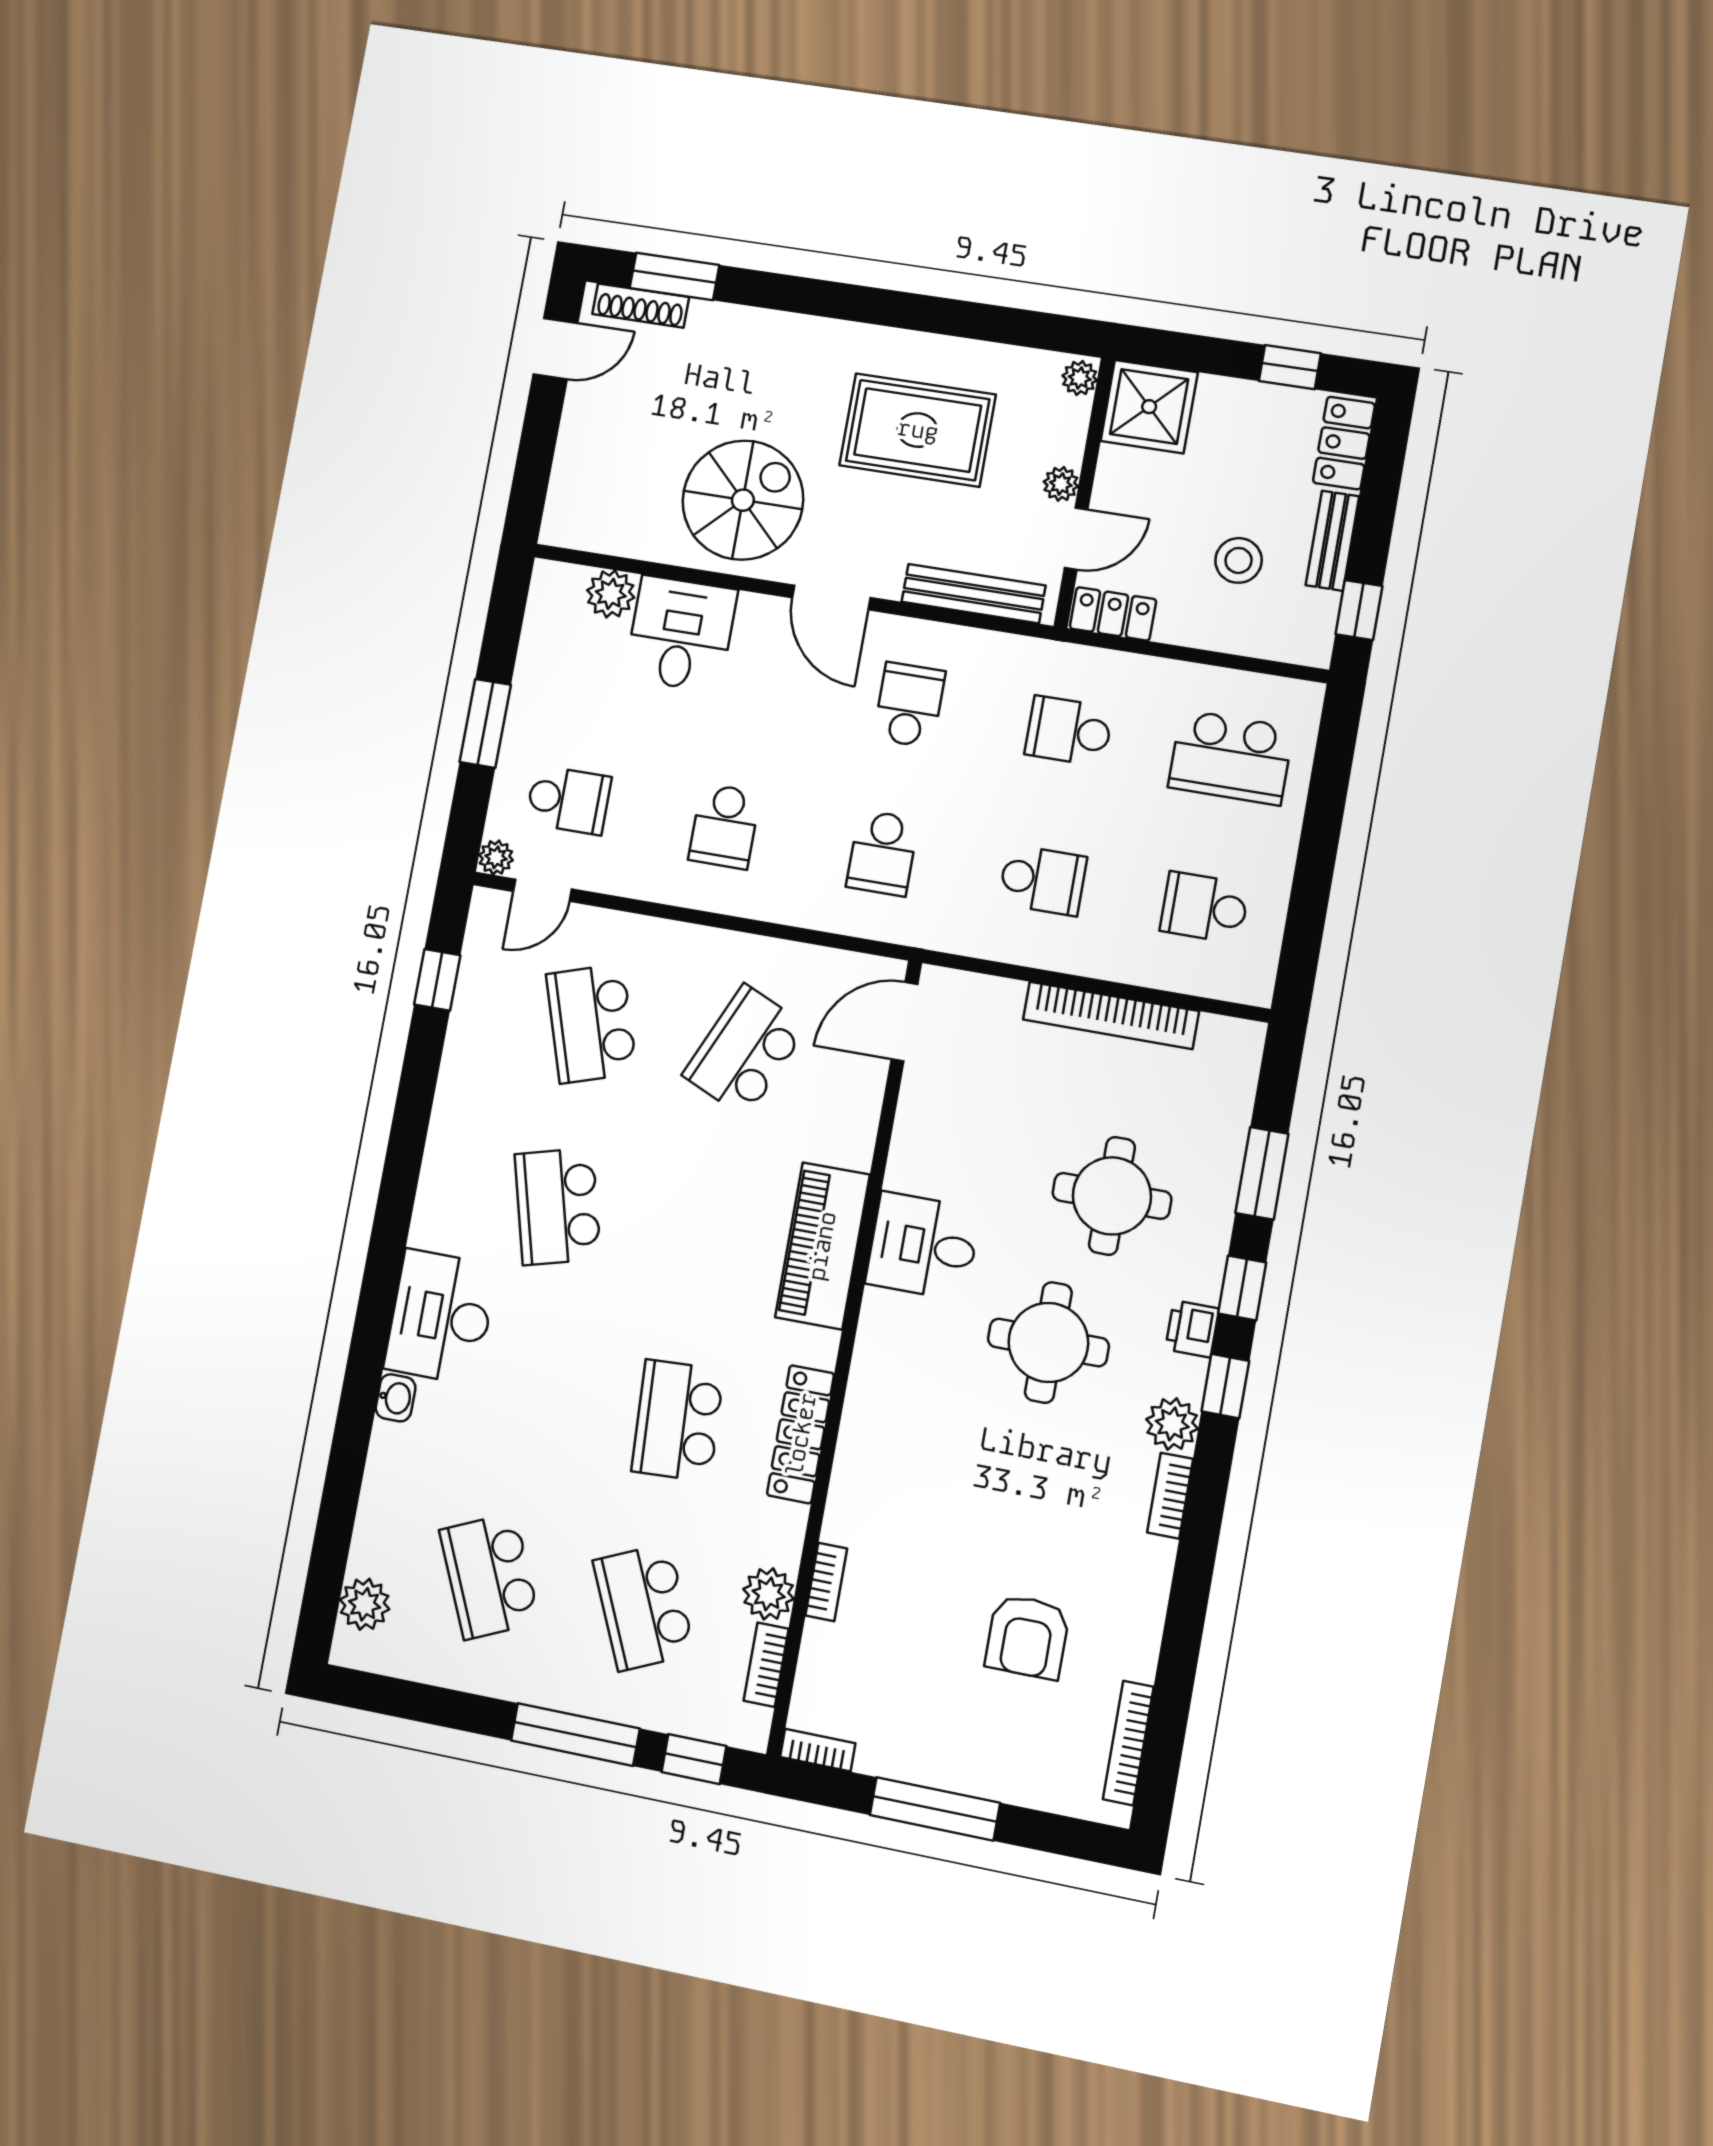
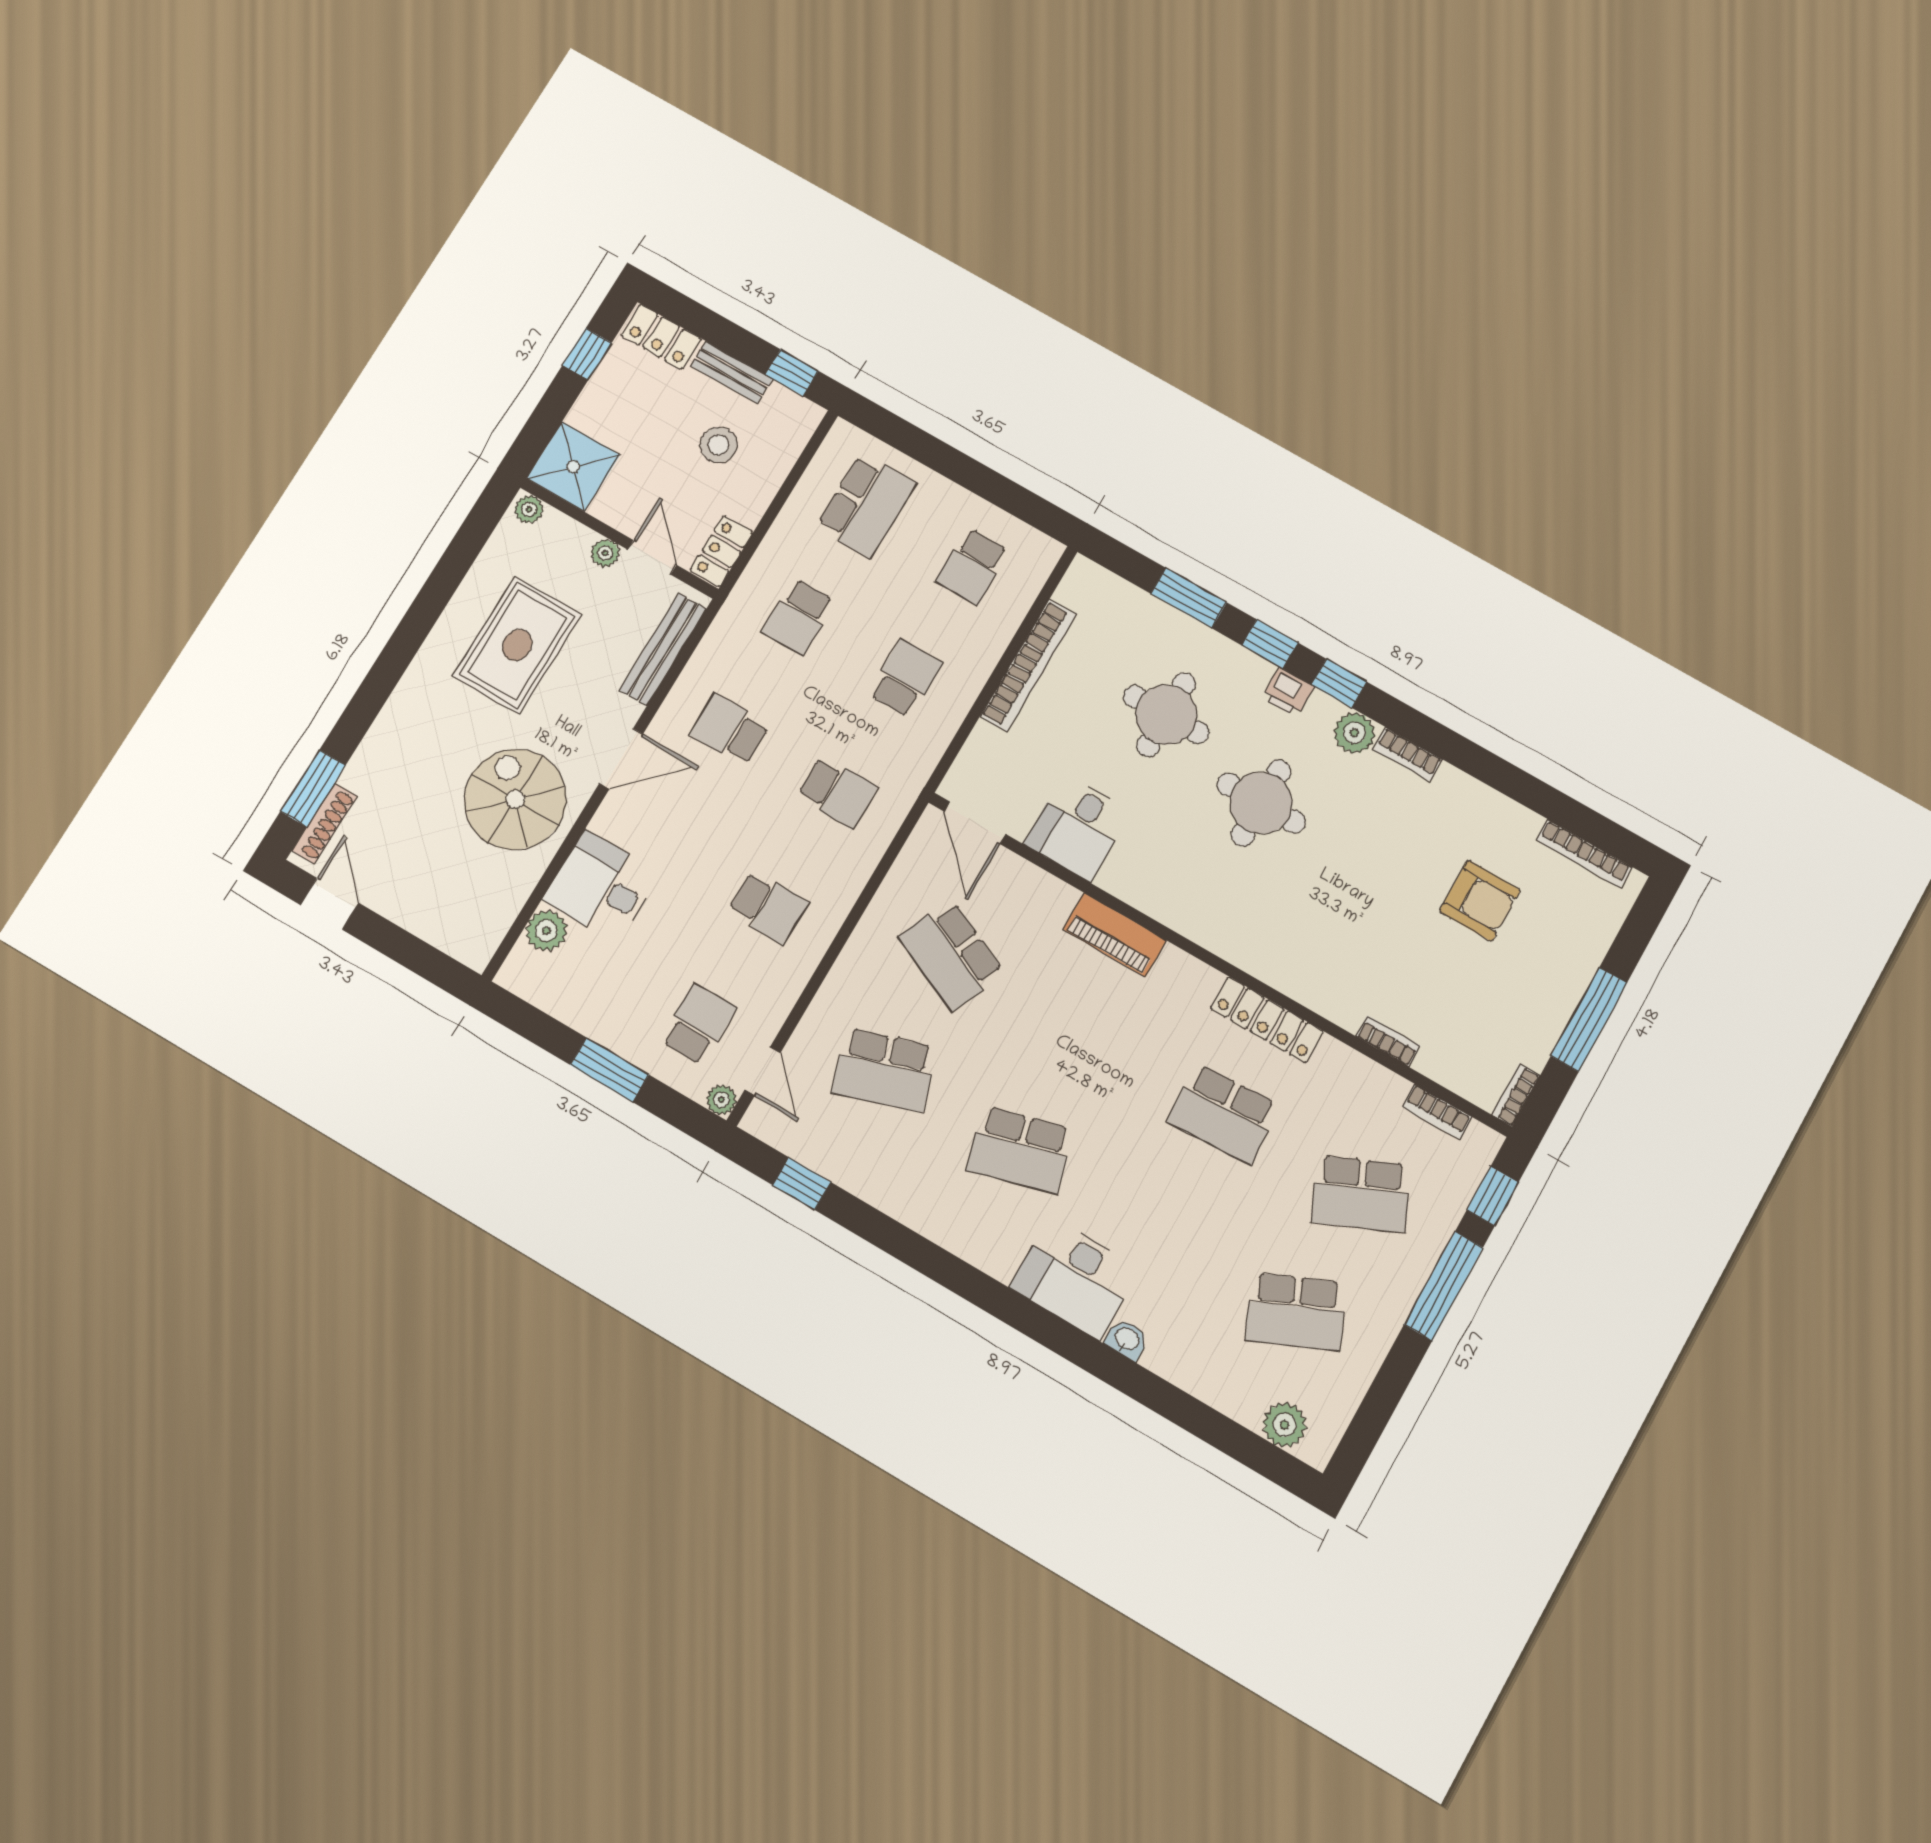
piano: (822, 1246) -> (1115, 935), width x0.73, depth x0.75
desk: (923, 1246) -> (1078, 828), moved
plant: (769, 1594) -> (1383, 1090), removed

